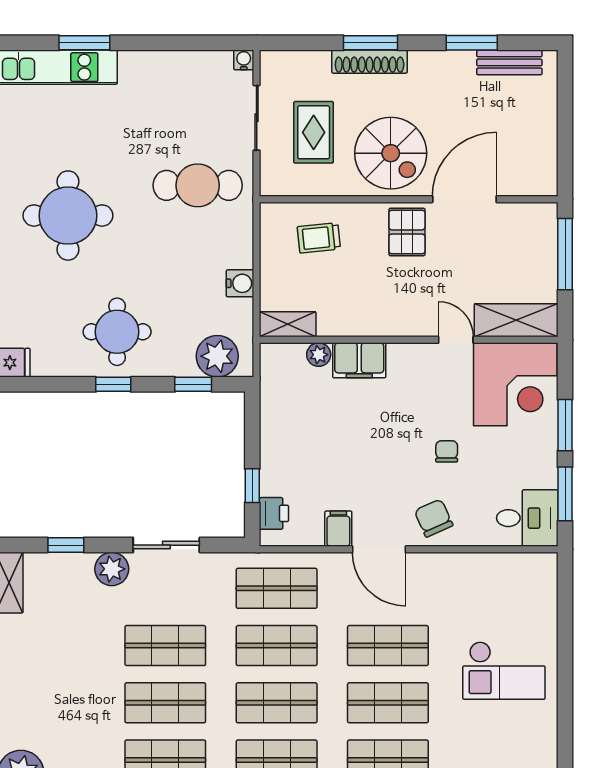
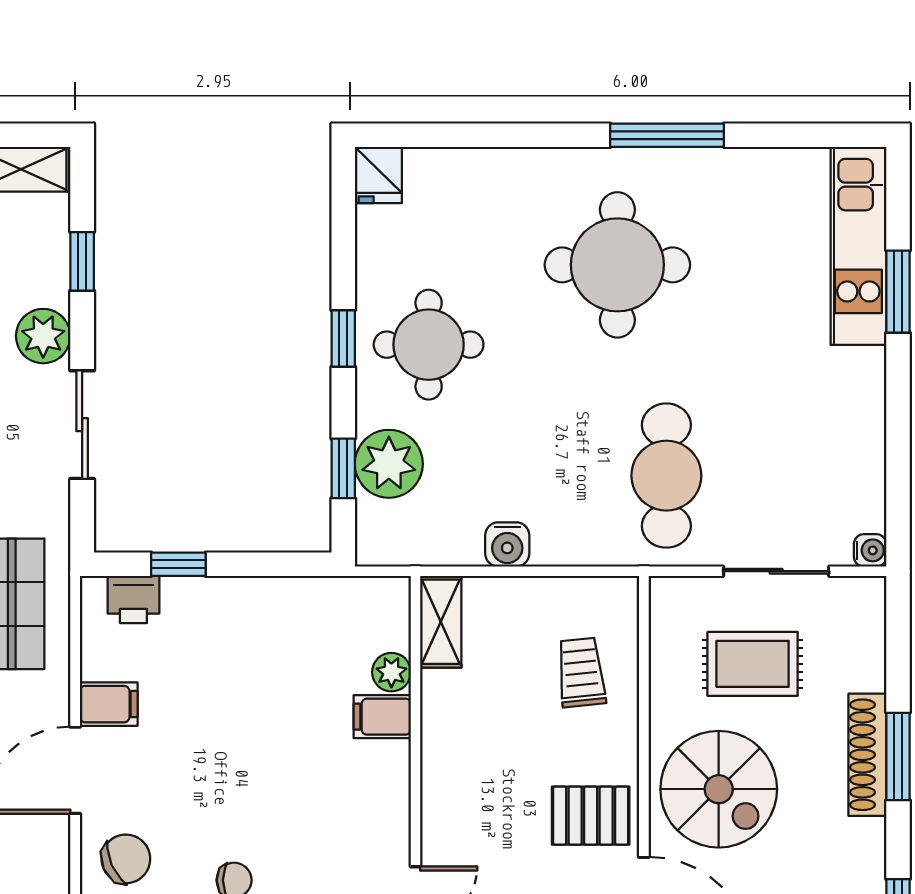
spiral stairs: (391, 153) -> (719, 789), turned -90
plant: (217, 356) -> (389, 464), moved
filing cabinet: (359, 360) -> (382, 717), width x0.50

